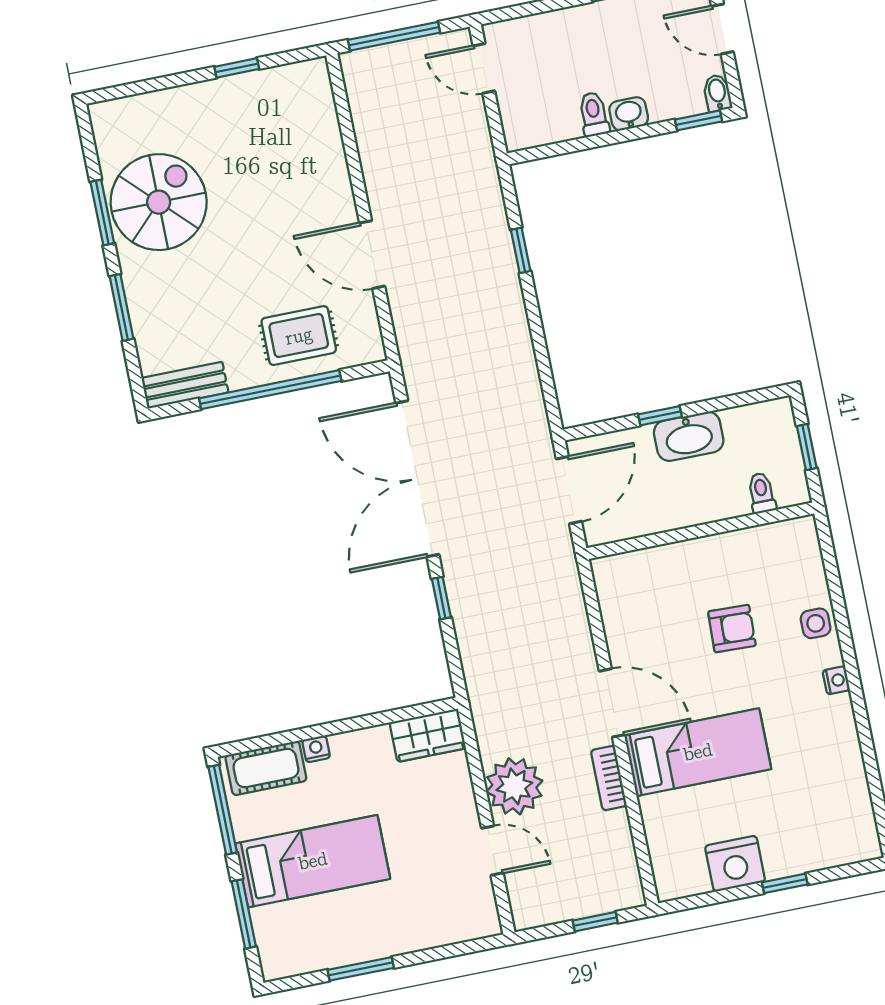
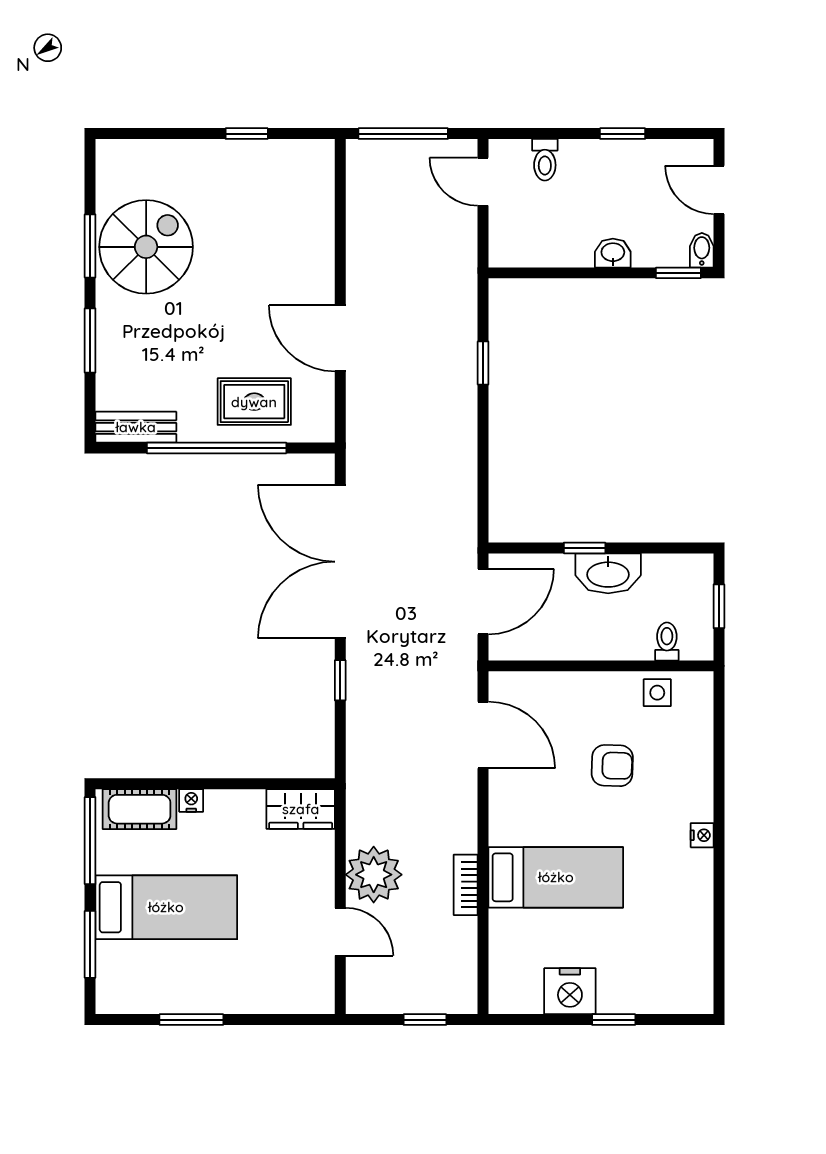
toilet: (594, 114) -> (545, 160), moved, turned 180
side table: (816, 623) -> (657, 693), moved
door: (612, 703) -> (483, 735), moved

